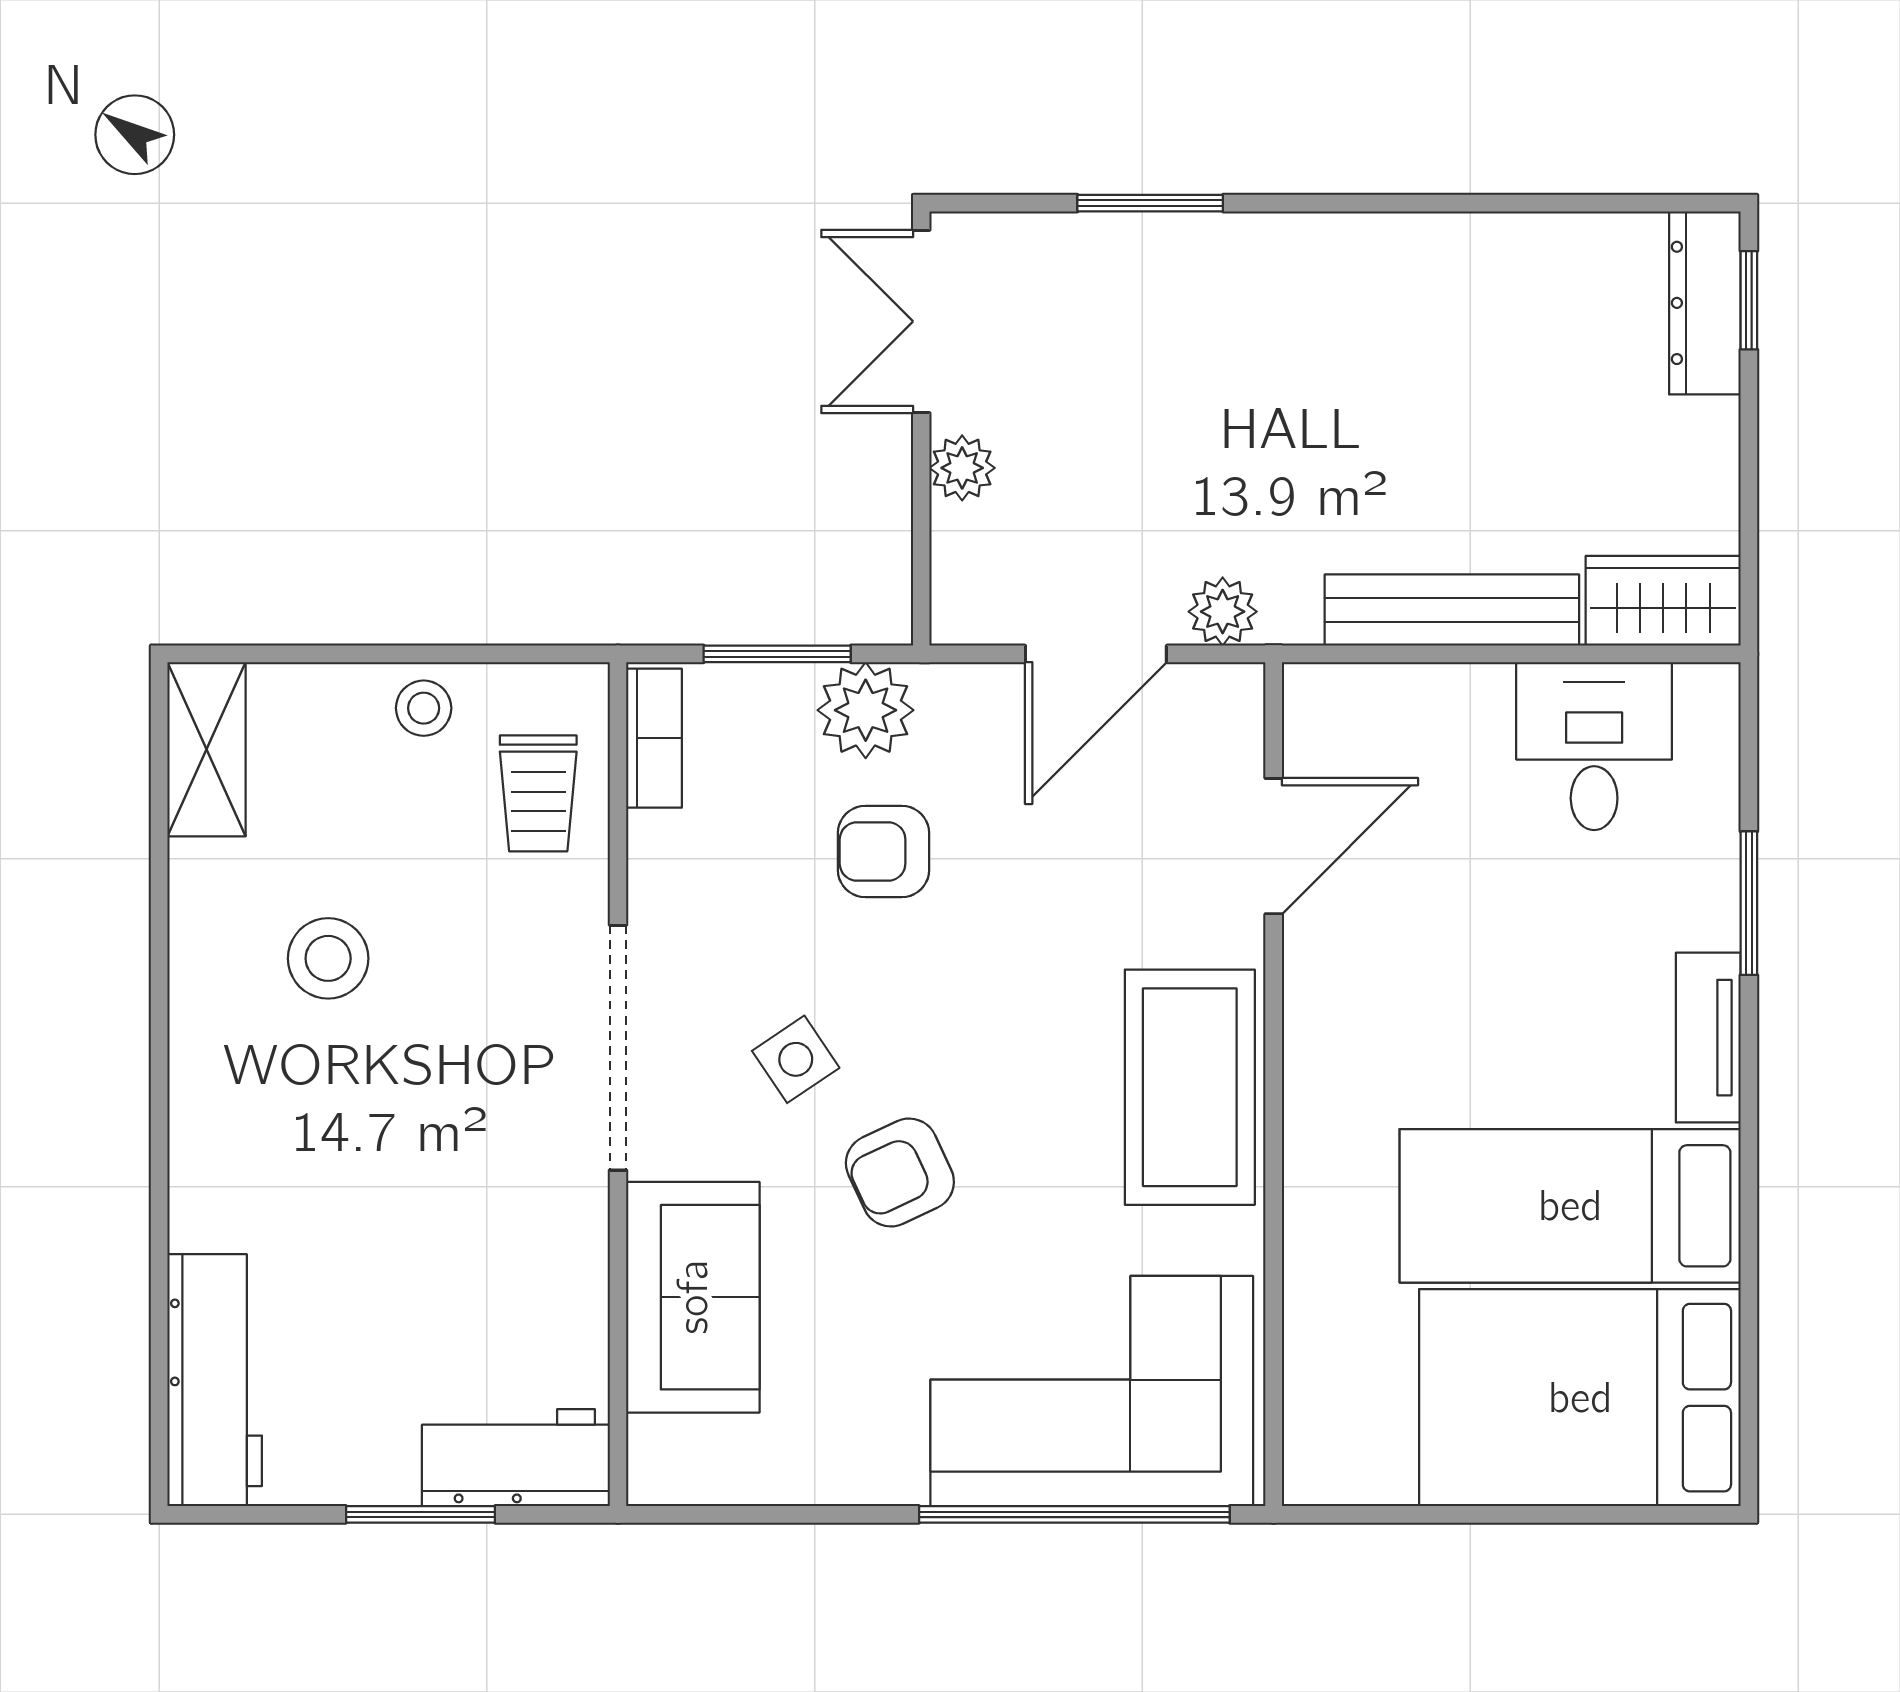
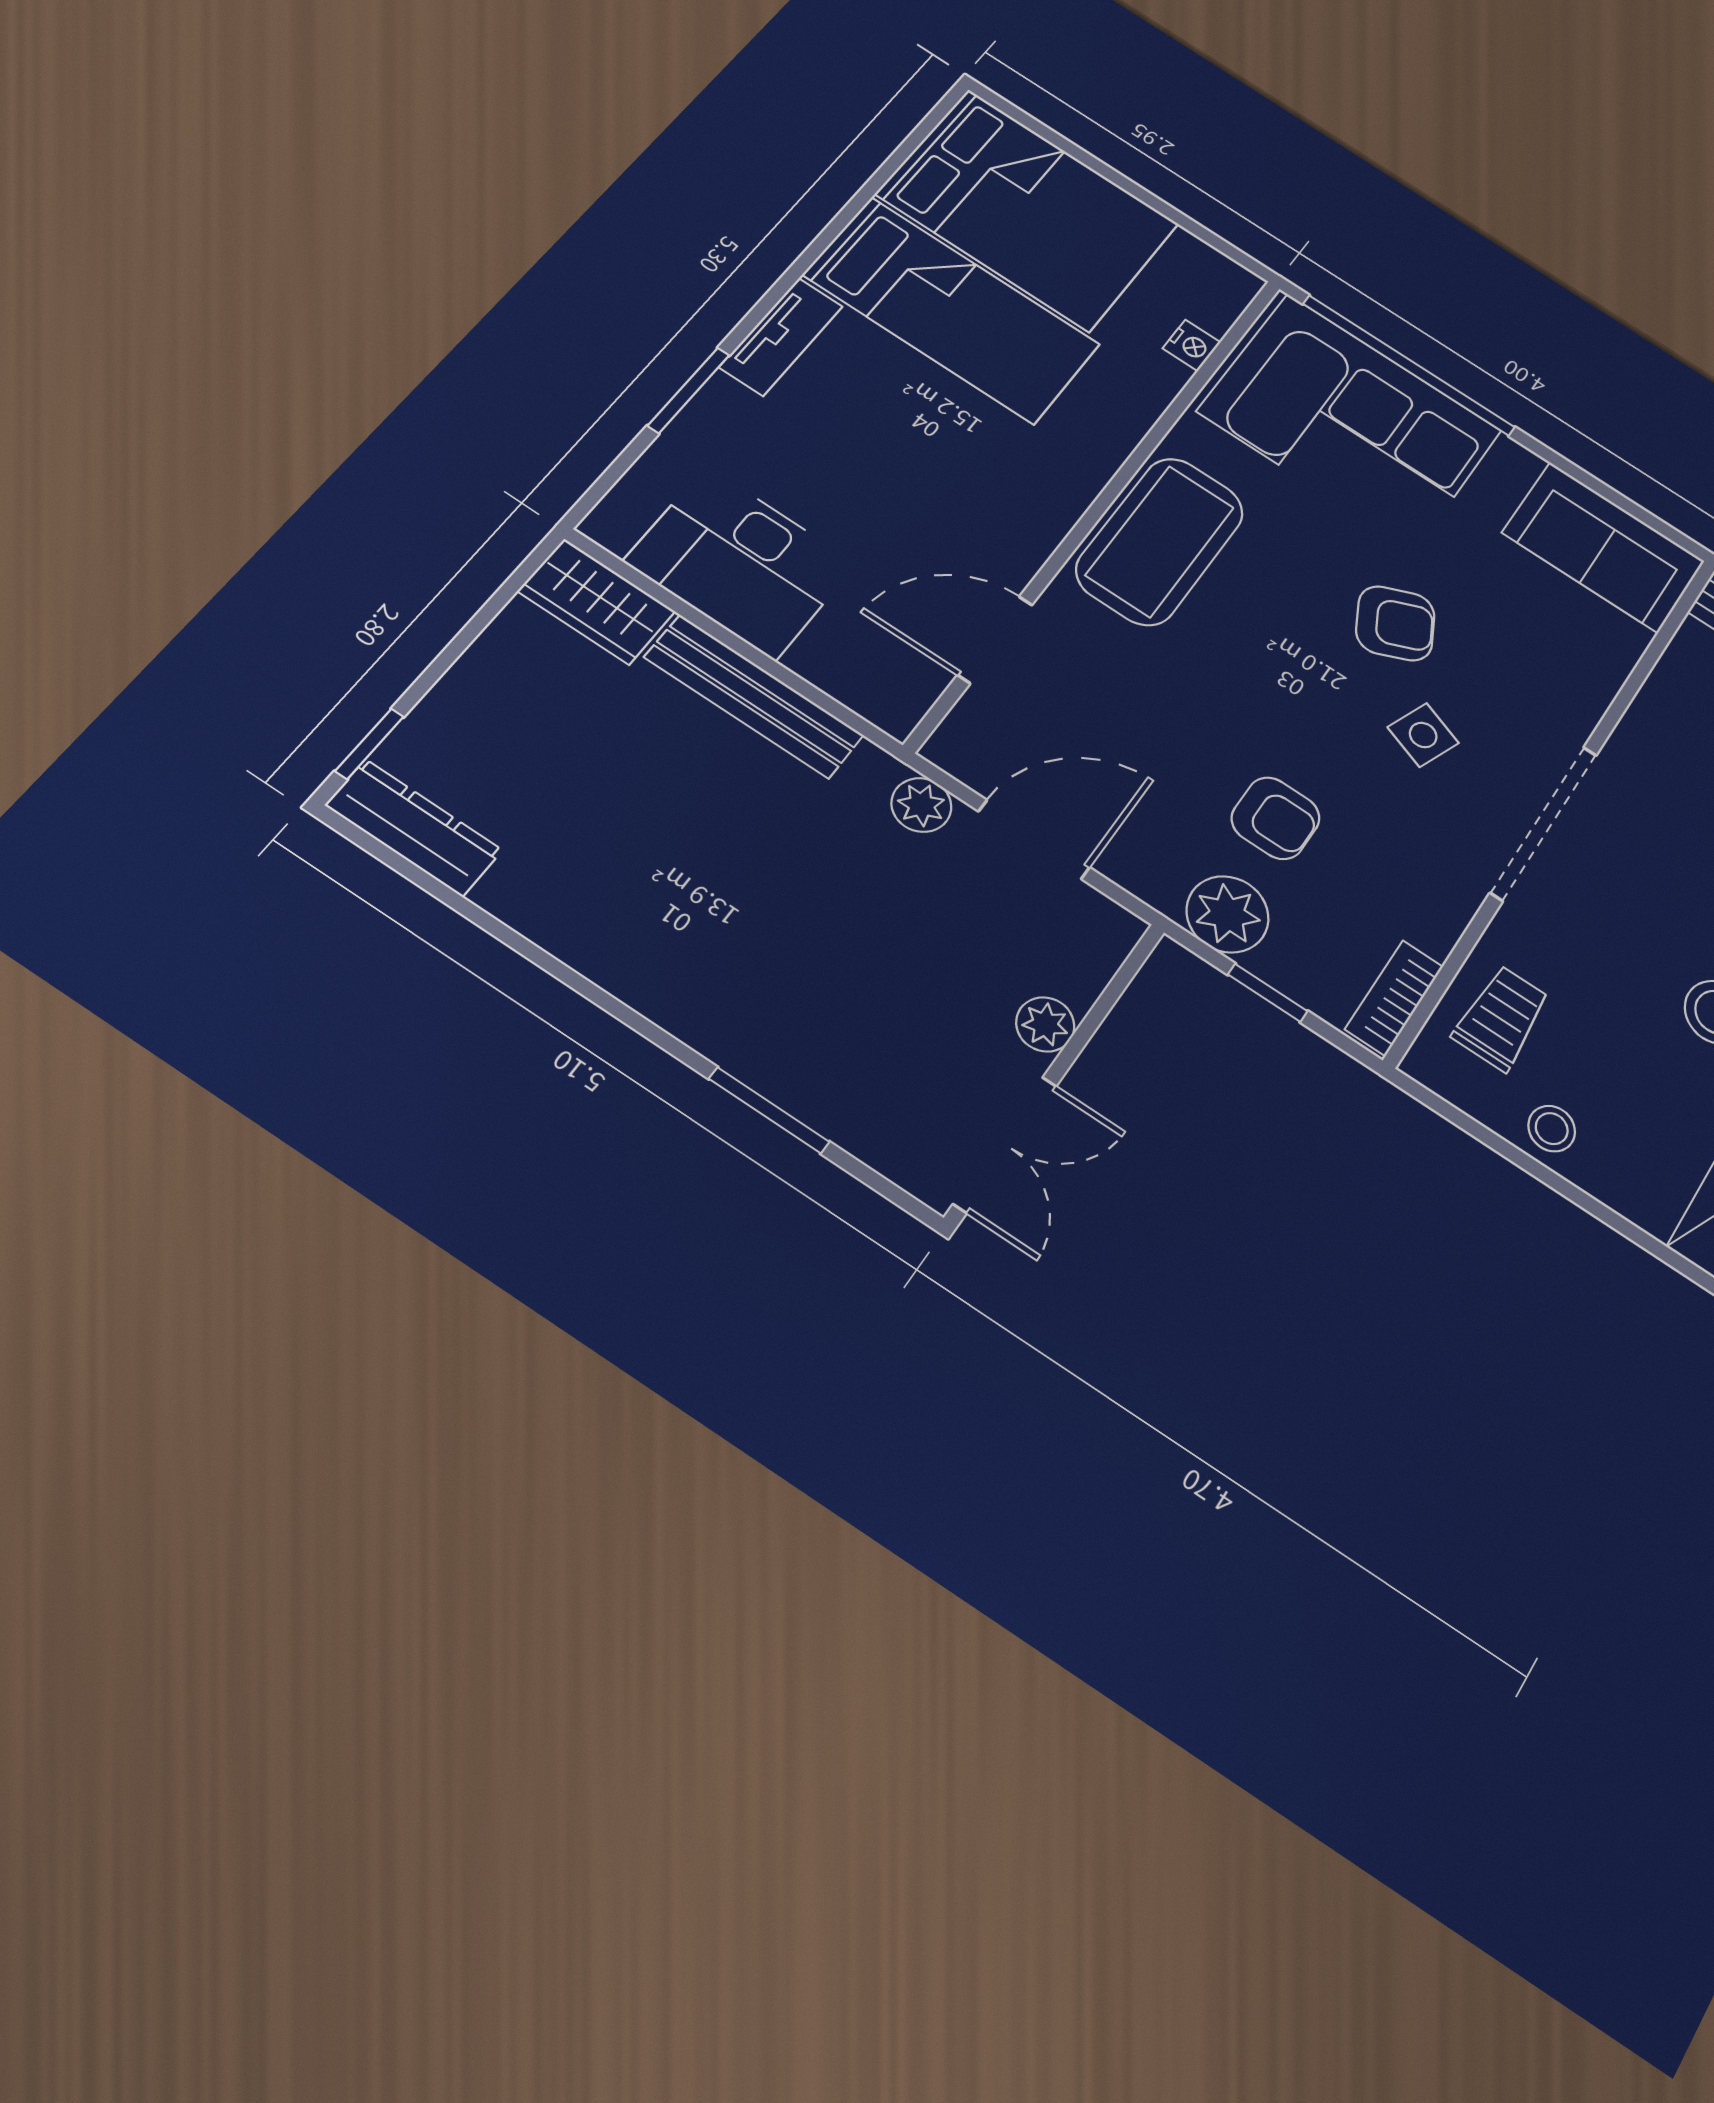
dresser: (1705, 303) -> (414, 828), moved, turned -90
window: (777, 654) -> (1268, 993), width x0.67
desk: (1594, 746) -> (740, 563), width x1.37
side table: (796, 1059) -> (1423, 735), turned -35
sofa: (693, 1297) -> (1604, 547), moved, turned -90
nightstand: (1308, 1357) -> (1192, 345), added

